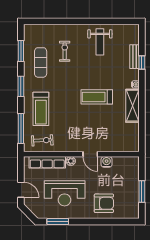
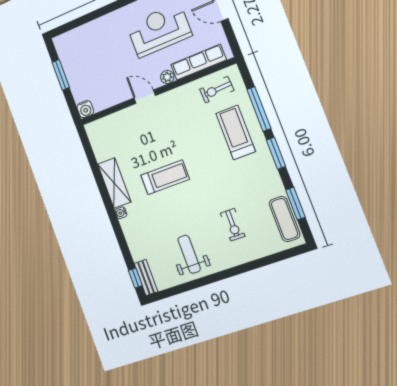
bench: (135, 57) -> (146, 277), moved
exercise mat: (41, 62) -> (285, 219), moved
window: (142, 63) -> (135, 278), moved
window: (21, 129) -> (259, 109), moved
water cooler: (107, 162) -> (85, 109), moved
armchair: (104, 203) -> (103, 39), removed

